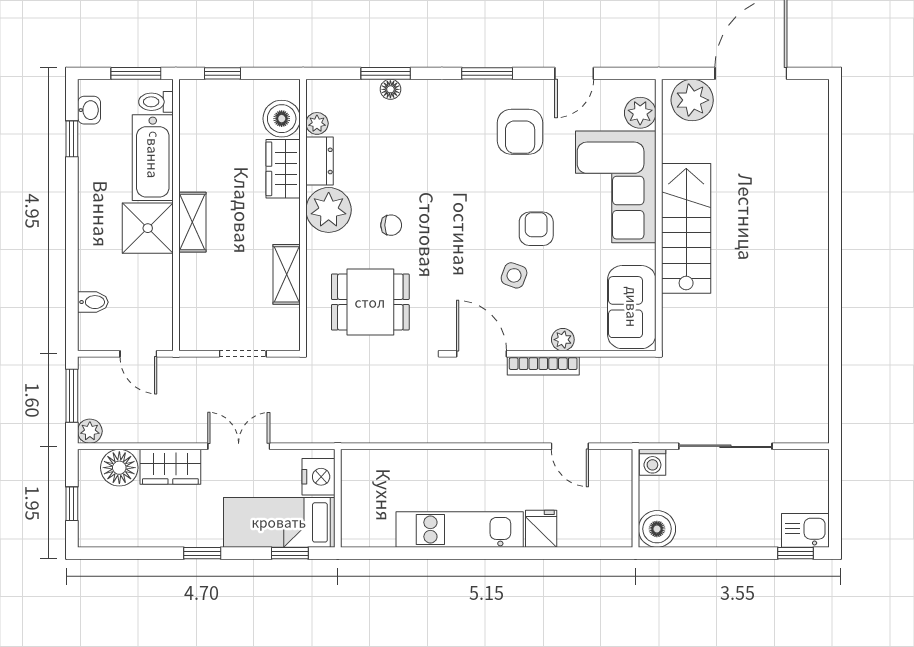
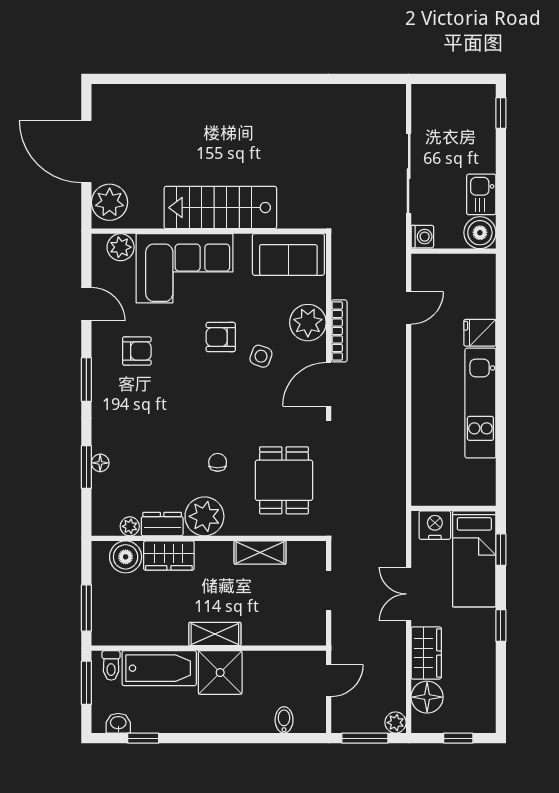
window: (223, 73) -> (86, 608), width x1.50
armchair: (520, 132) -> (137, 351), width x0.72, depth x0.72
plant: (563, 340) -> (308, 323), width x1.88, depth x1.88
kitchen sink: (805, 530) -> (481, 194), moved

